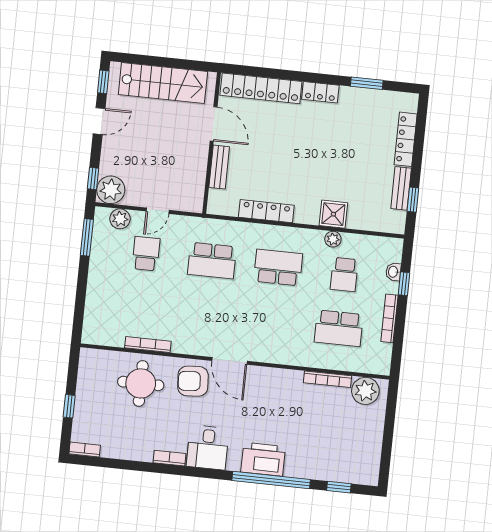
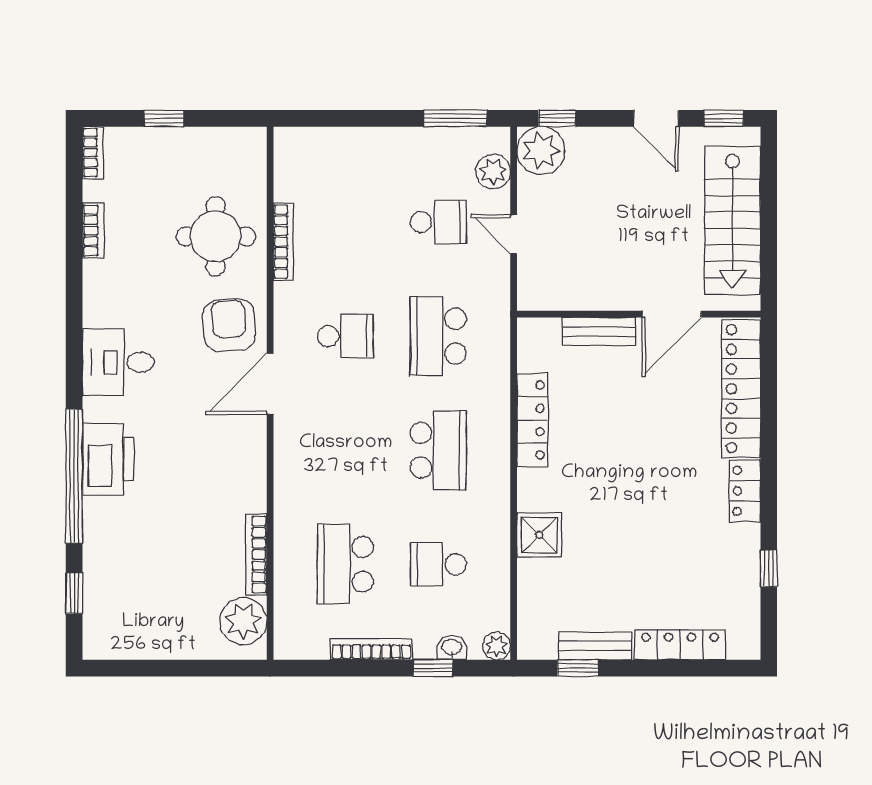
window: (367, 83) -> (769, 568), width x0.67
plant: (333, 239) -> (496, 646), moved
school desk: (206, 314) -> (345, 336), added
bookcase: (170, 458) -> (93, 231), moved

